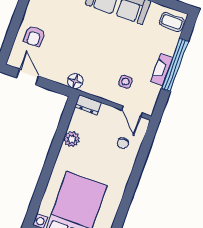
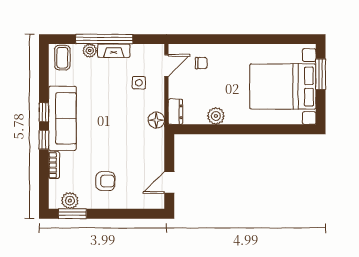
armchair: (34, 36) -> (105, 181), moved
plant: (169, 48) -> (90, 51), added
floor lamp: (75, 81) -> (156, 120), moved

